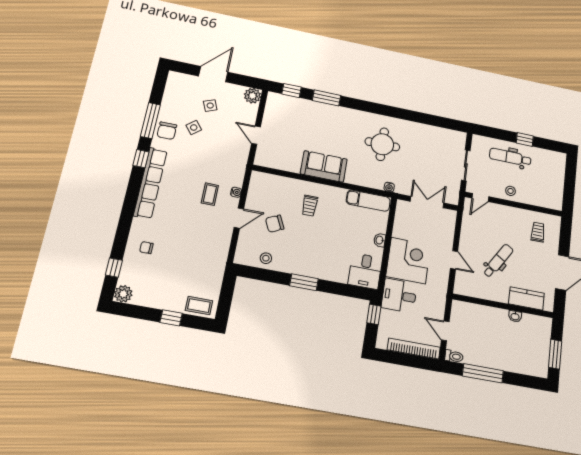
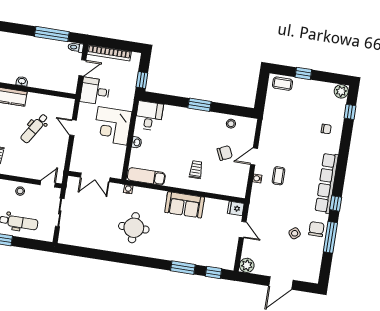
side table: (210, 106) -> (282, 254), removed
fridge: (263, 159) -> (236, 208), added
desk: (399, 296) -> (95, 91), moved, turned 180
door: (445, 331) -> (82, 68), hinge flipped

